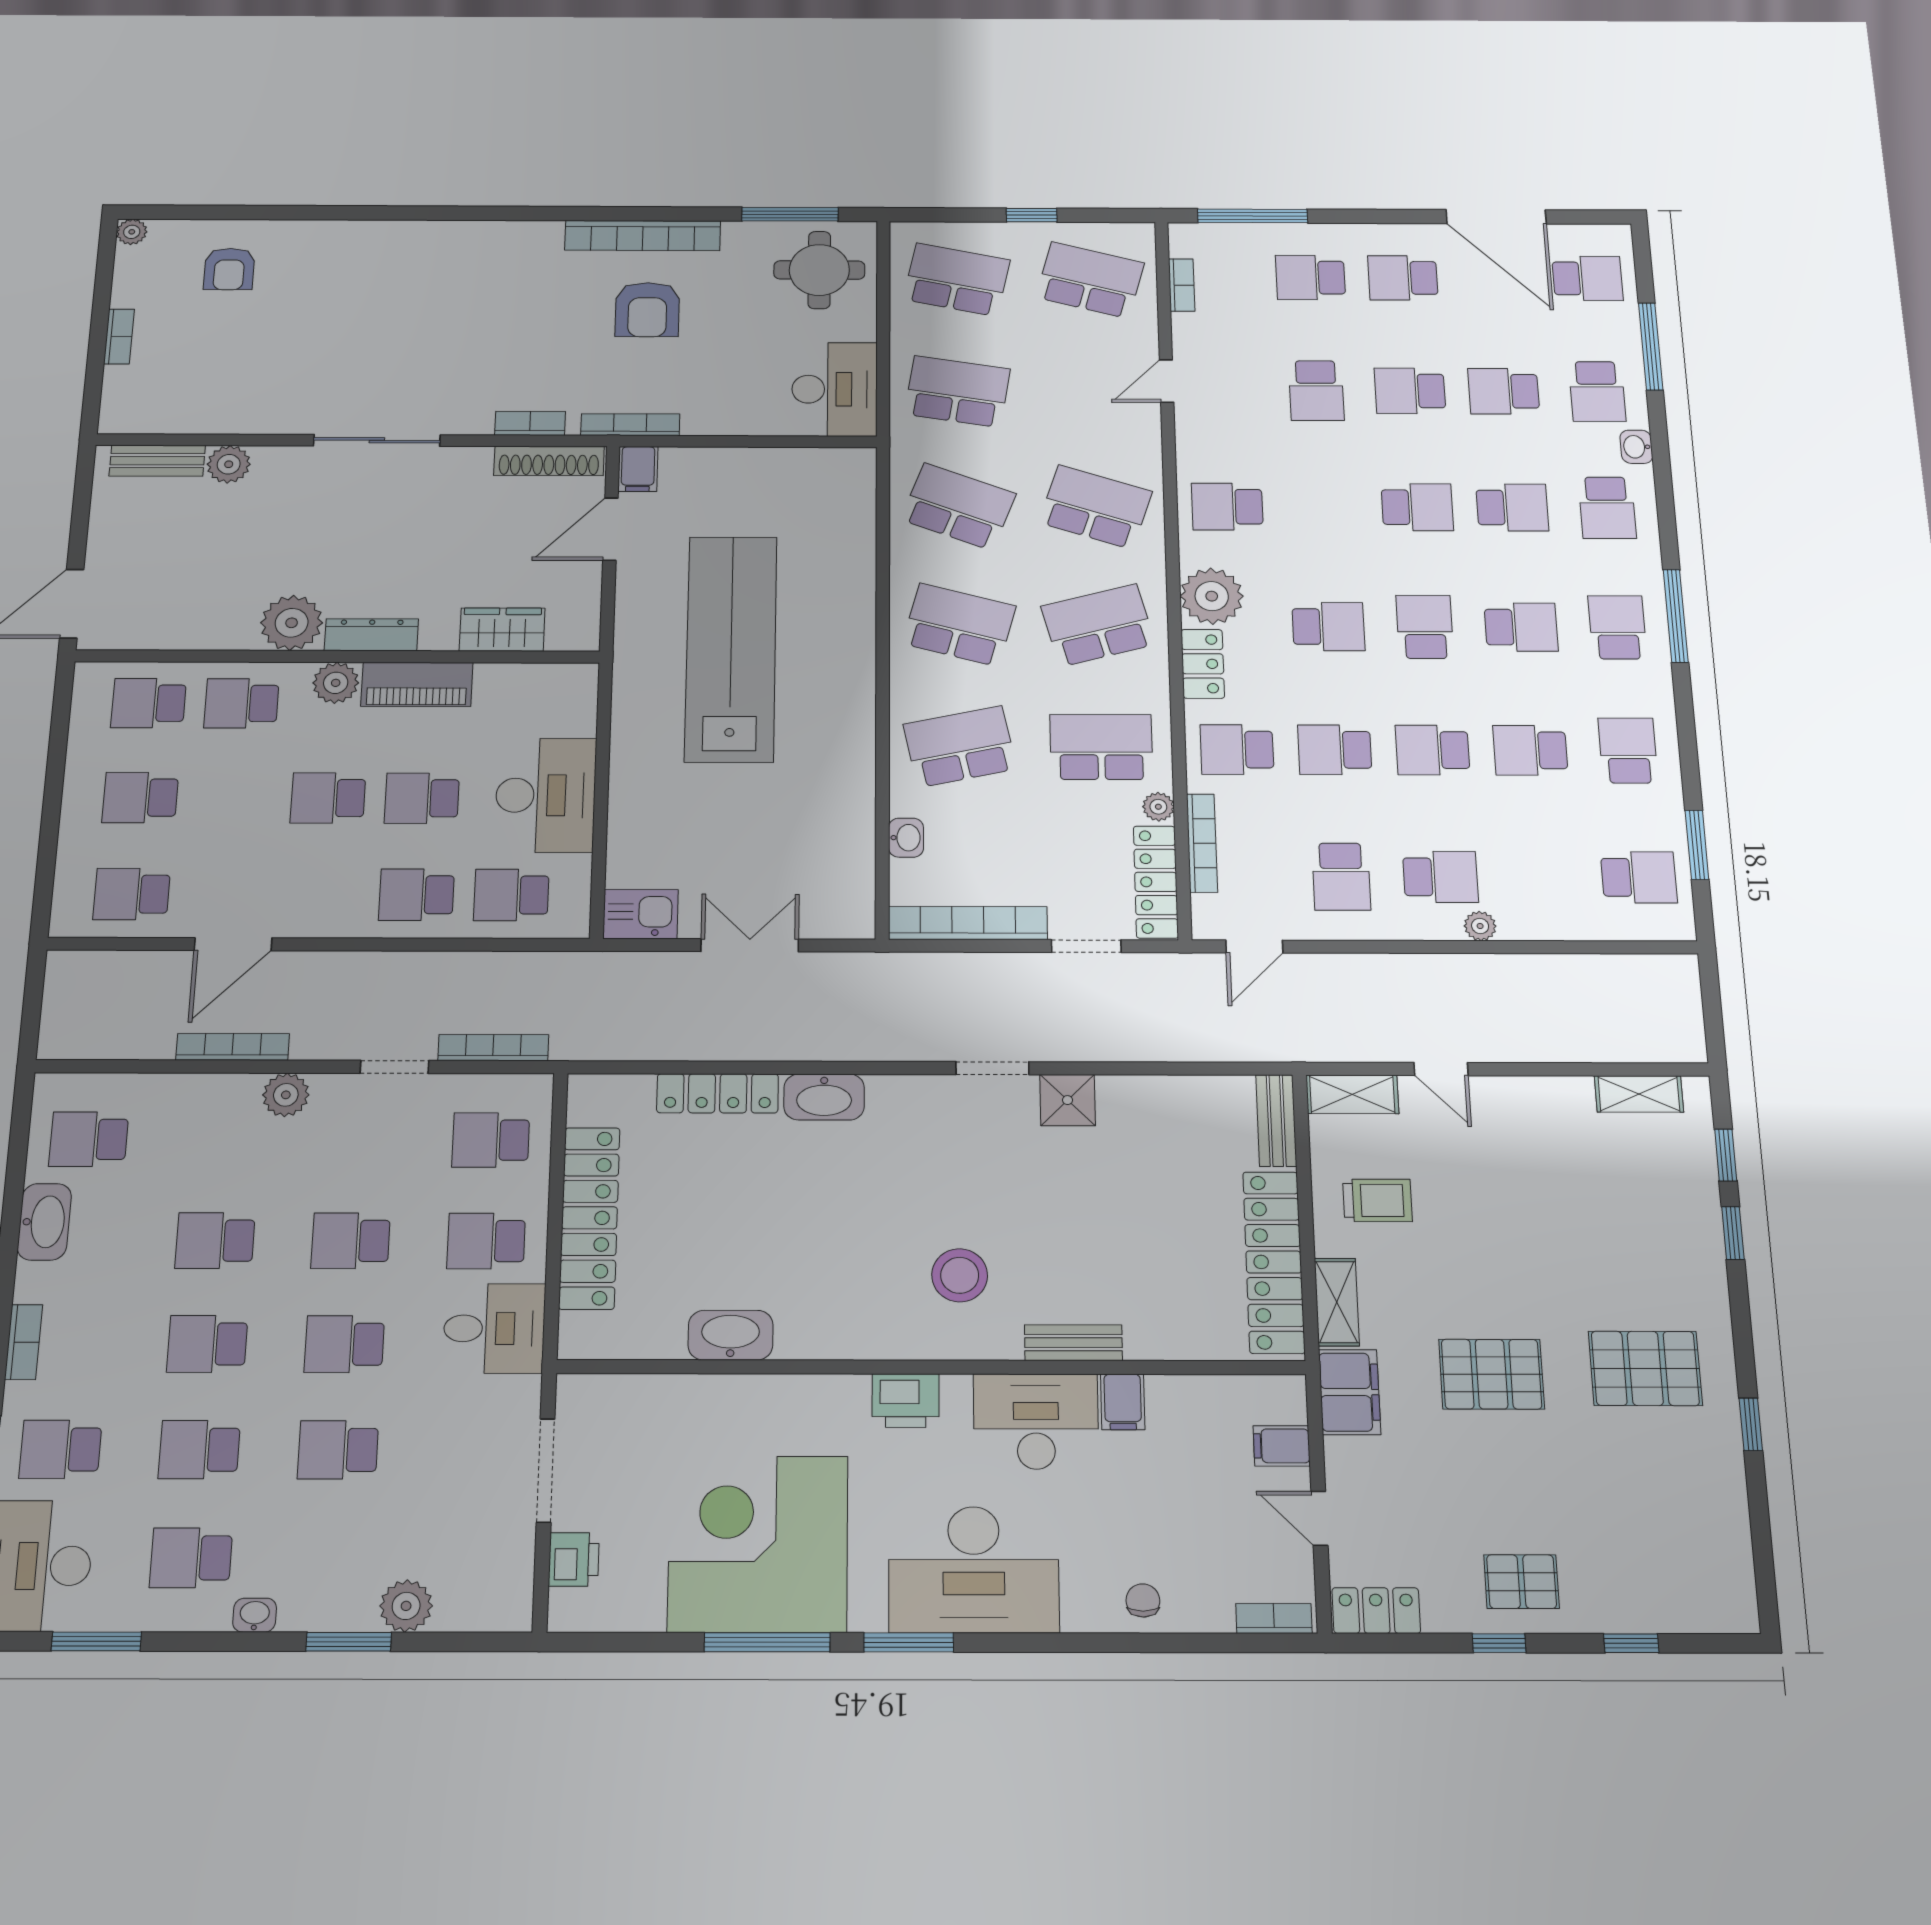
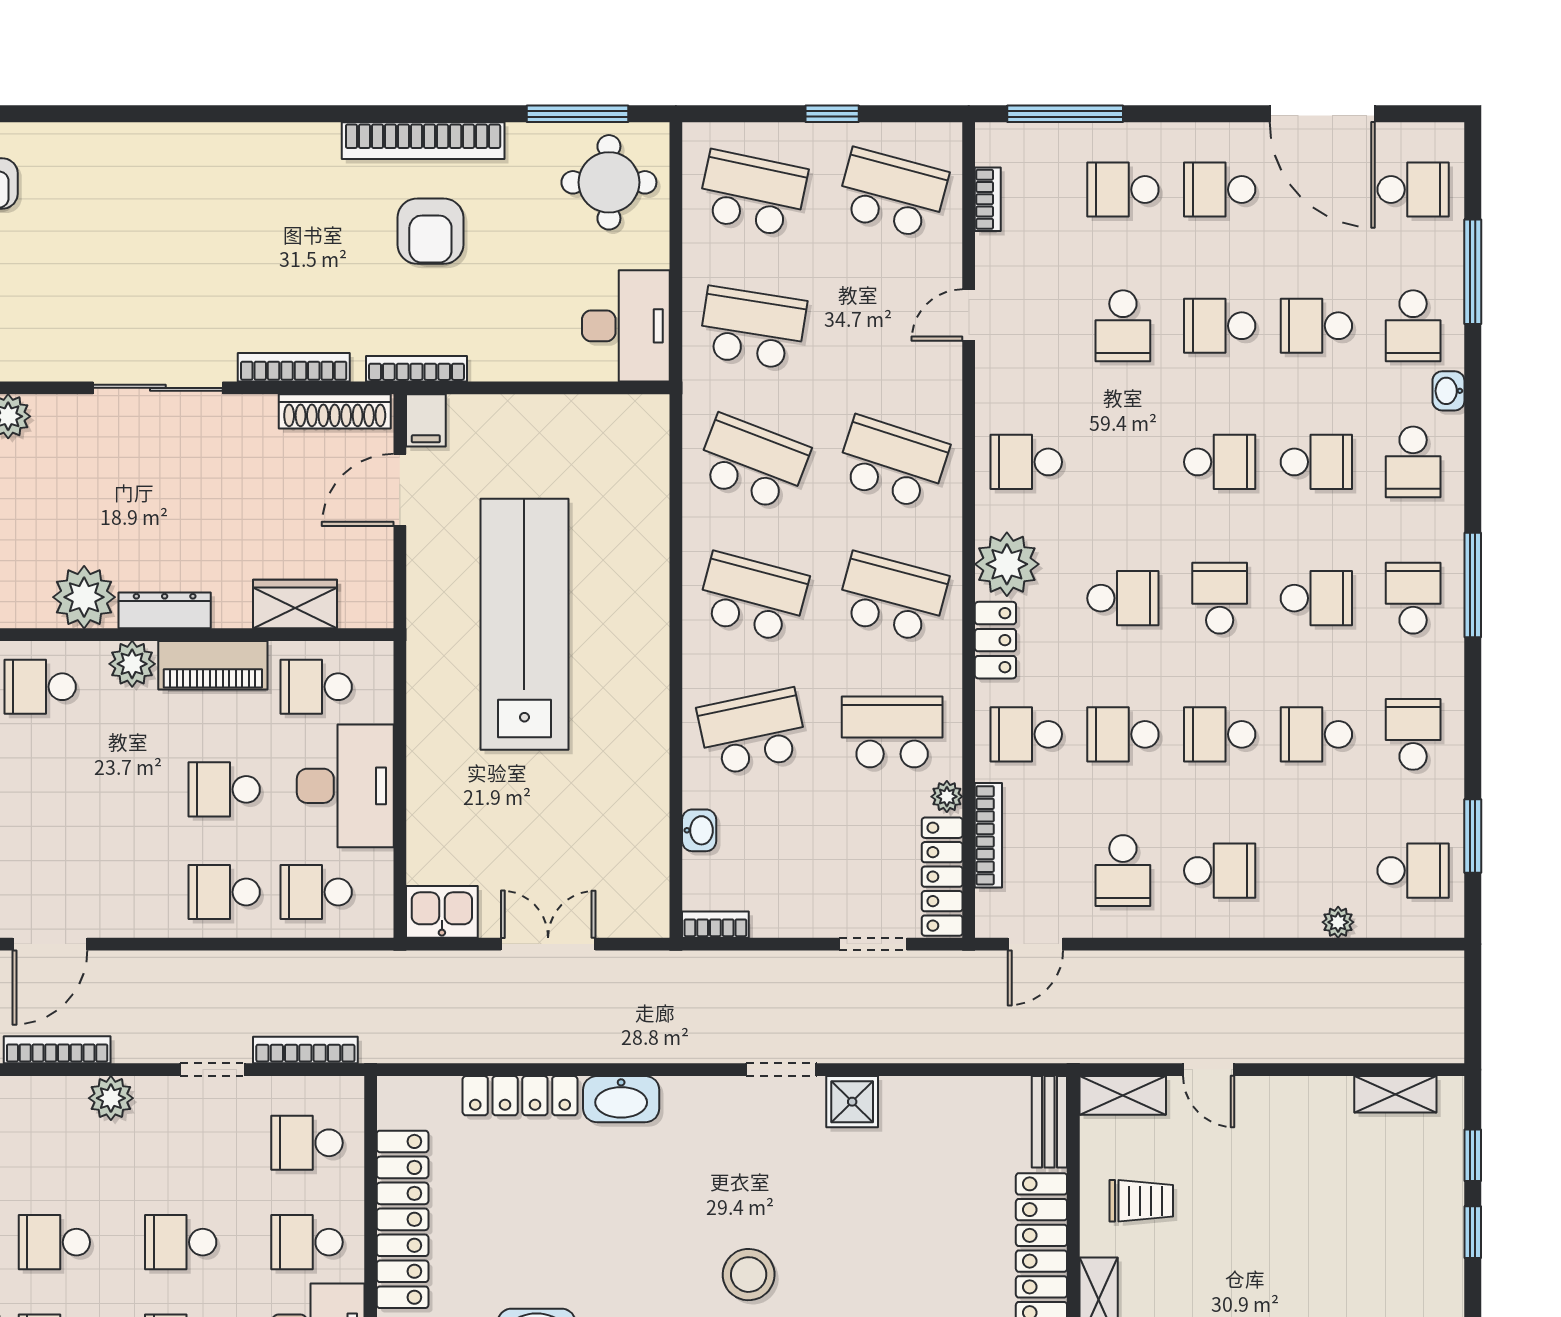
bookcase: (530, 423) -> (294, 367), width x1.56
school desk: (1098, 625) -> (892, 597), turned 30
school desk: (328, 798) -> (316, 687), moved
bookcase: (968, 923) -> (715, 925), width x0.43, depth x0.76
plant: (1480, 926) -> (1338, 922), moved

